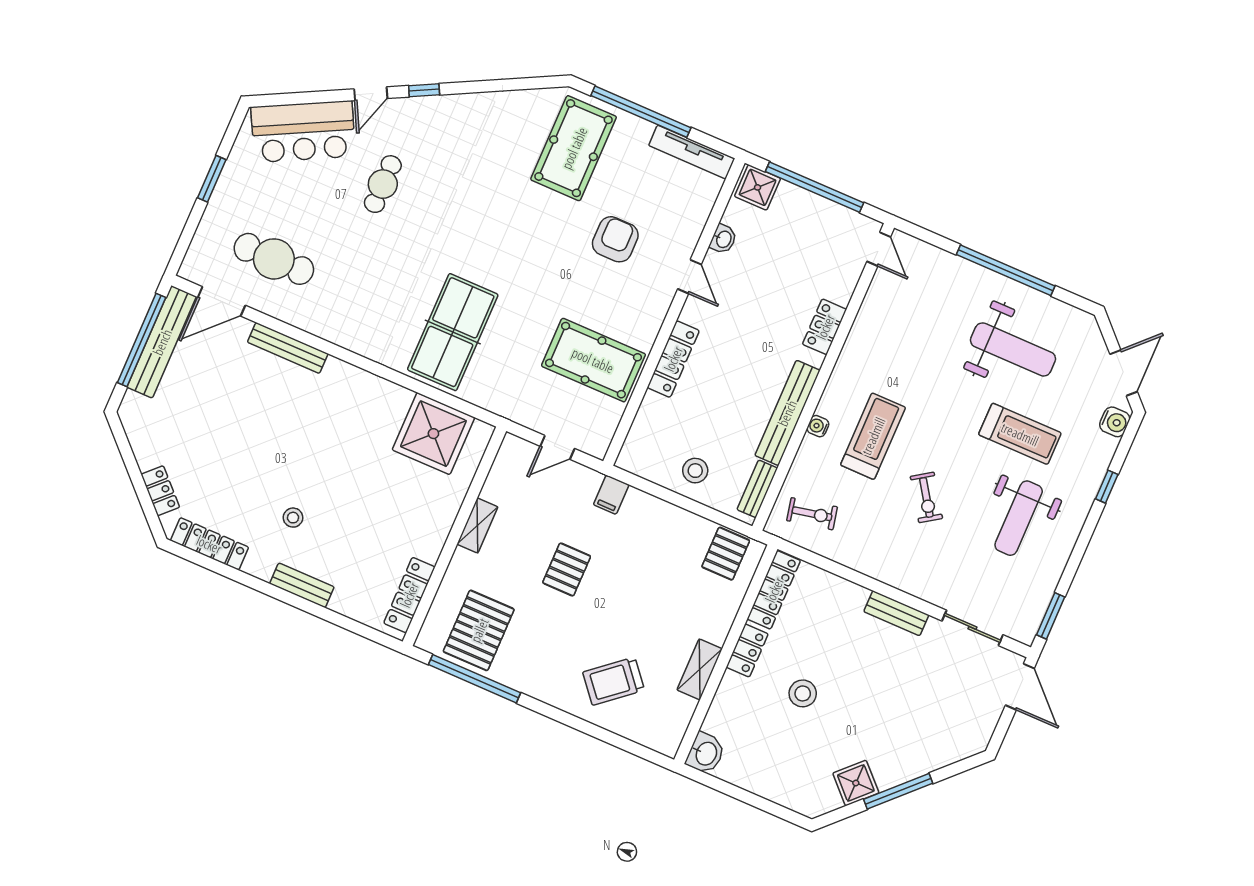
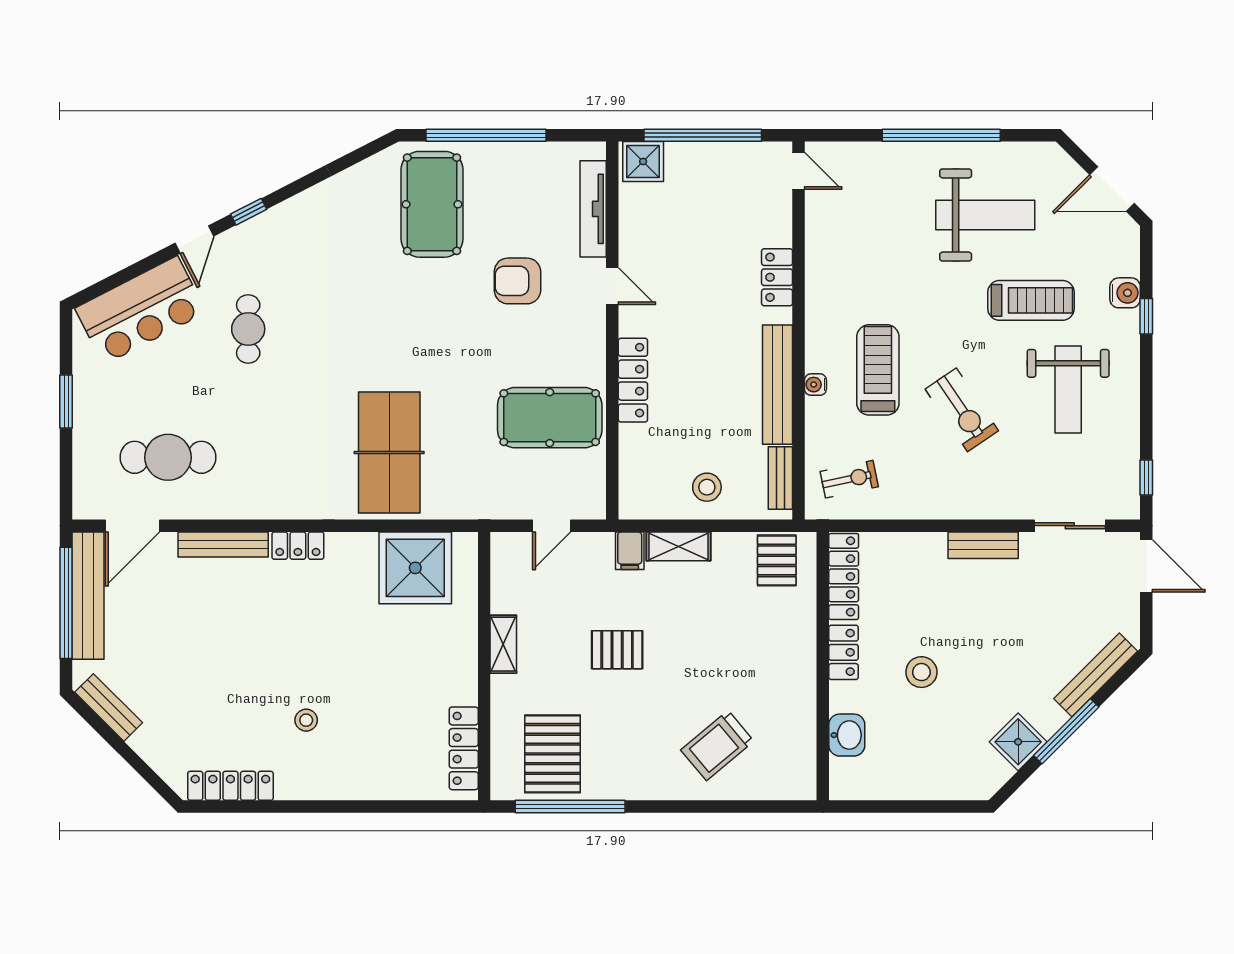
tv unit: (692, 152) -> (593, 209), moved, turned 90
armchair: (615, 239) -> (517, 281), turned -90
washbasin: (723, 239) -> (631, 231), removed
door: (1124, 373) -> (1112, 189), swing flipped
water cooler: (1115, 422) -> (1125, 293), moved
locker: (160, 491) -> (298, 546), moved, turned 135
exercise bike: (926, 497) -> (962, 410), width x1.38, depth x1.39
pallet: (567, 569) -> (617, 650), turned 90
bench: (302, 585) -> (109, 707), moved, turned 45
window: (1051, 616) -> (1146, 477), width x0.67
shelving: (700, 669) -> (678, 546), moved, turned 90
washbasin: (706, 753) -> (847, 735), moved
bench: (941, 756) -> (1096, 675), added

